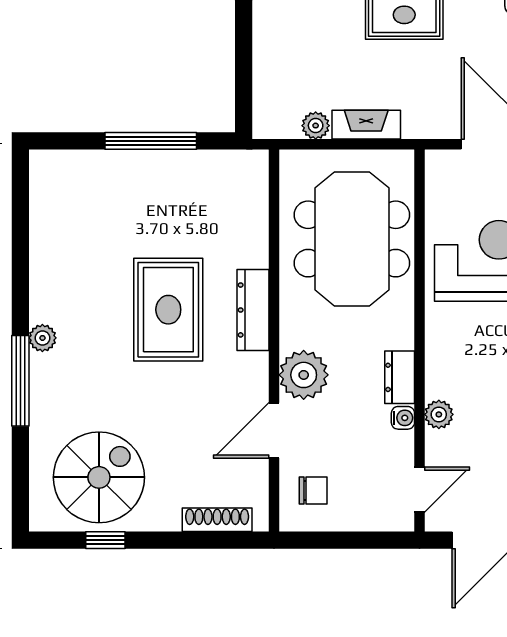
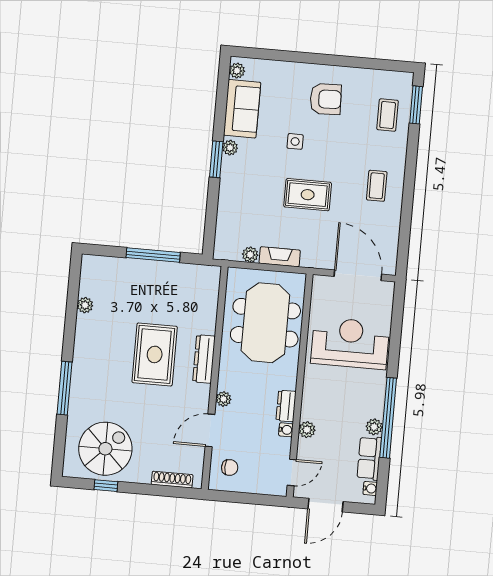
plant: (42, 338) -> (85, 305), moved
plant: (304, 375) -> (223, 399), width x0.53, depth x0.53

